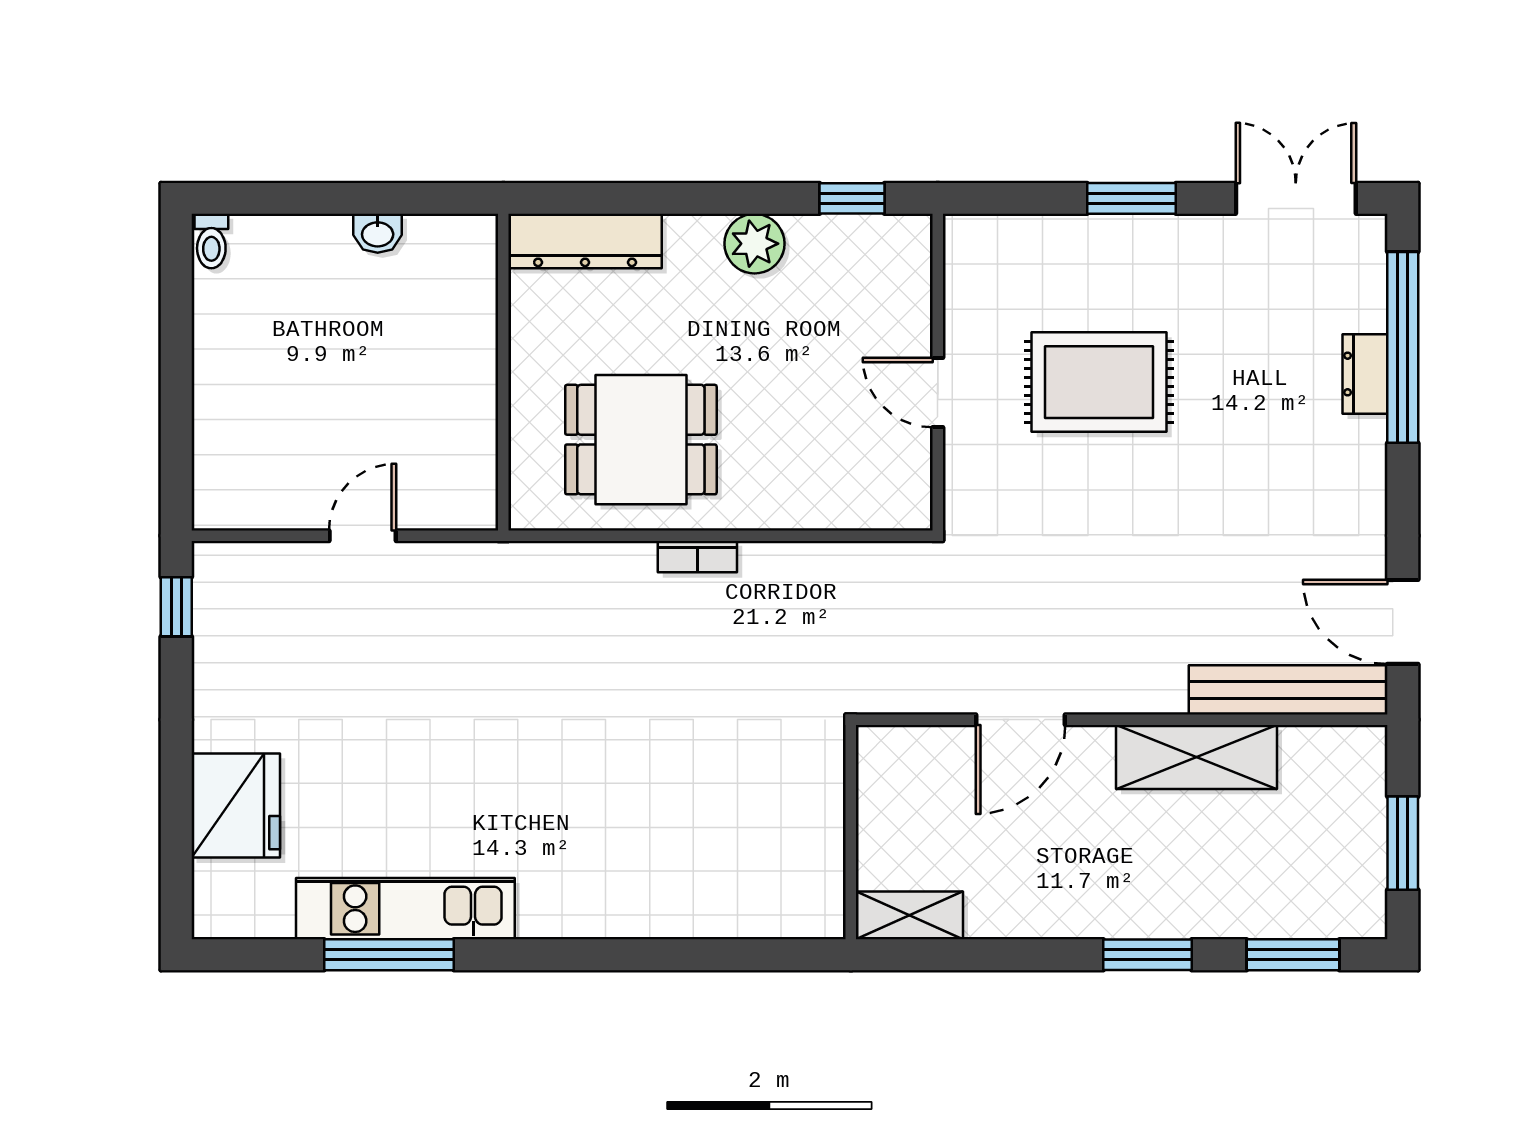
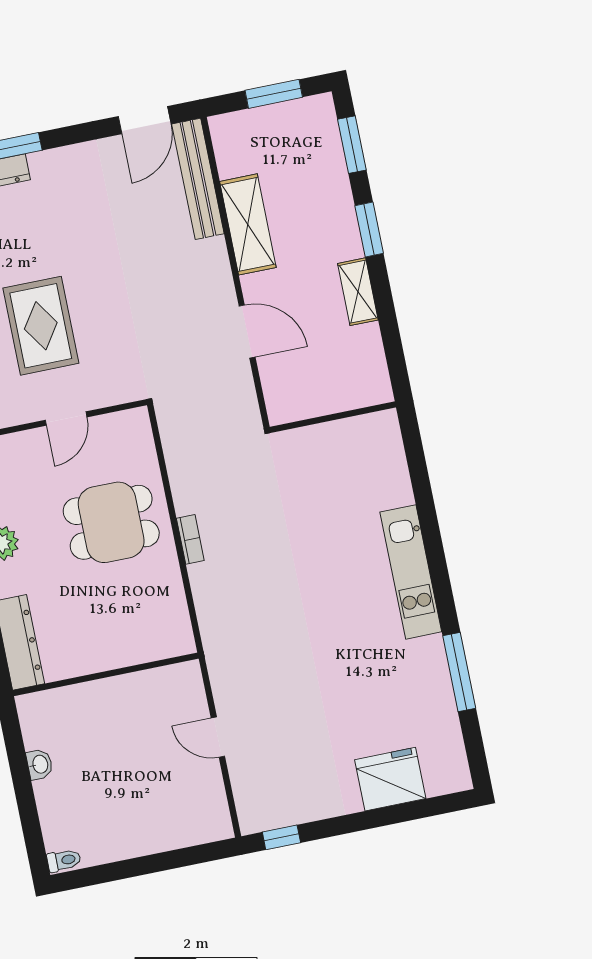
dining table: (641, 440) -> (111, 522), moved, turned 90
kitchen unit: (405, 909) -> (411, 572), moved
shelving: (909, 915) -> (358, 292), moved

